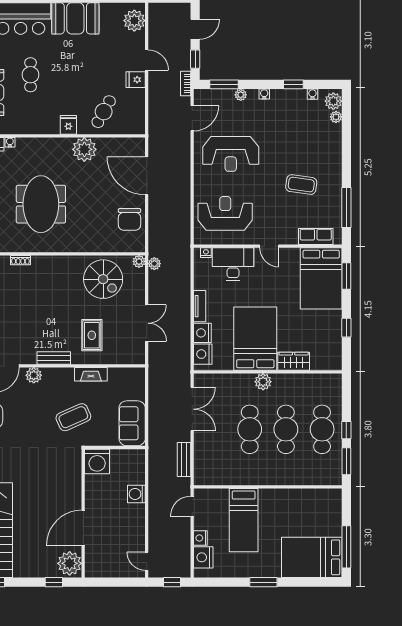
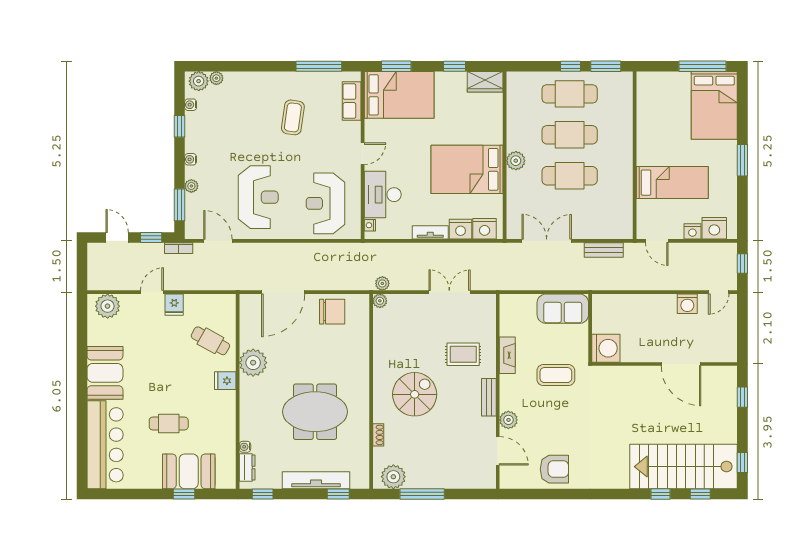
spiral stairs: (103, 279) -> (415, 394), moved
wardrobe: (294, 361) -> (485, 82), moved, turned -90
coffee table: (73, 417) -> (556, 375), turned -66
washing machine: (136, 494) -> (687, 304), moved
plant: (70, 563) -> (721, 379), removed

